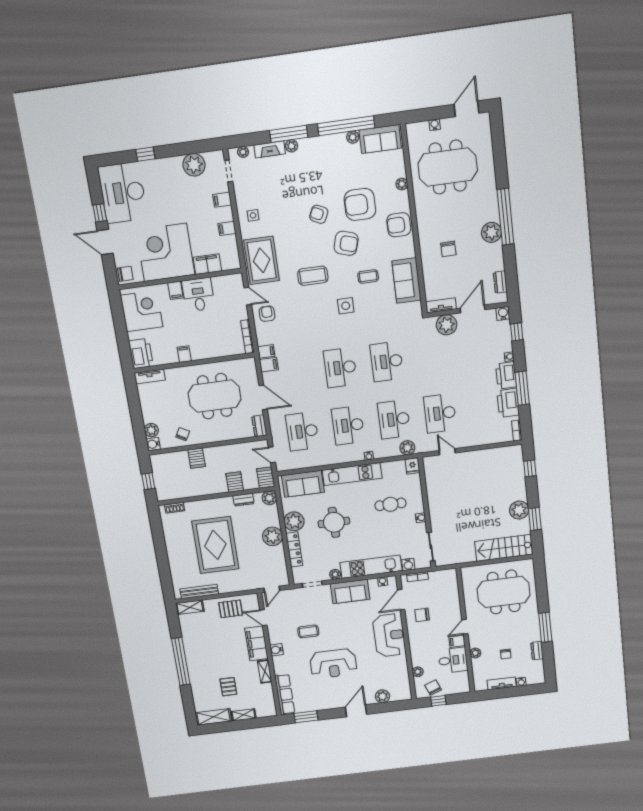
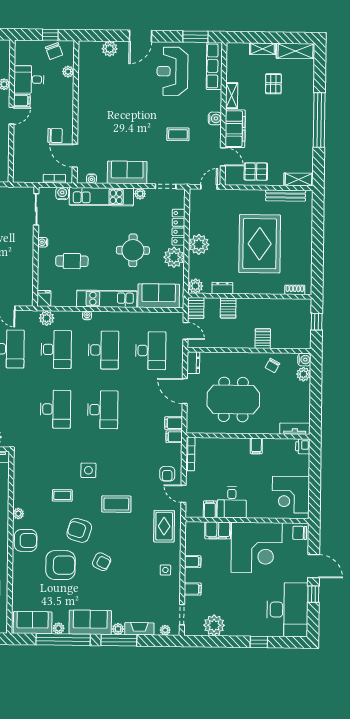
plant: (402, 184) -> (18, 514), moved
rug: (262, 260) -> (164, 526), width x0.73, depth x0.70
sofa: (407, 281) -> (90, 622), moved, turned -90
filing cabinet: (175, 290) -> (210, 509), moved
printer: (141, 353) -> (303, 446), width x0.53, depth x0.68
door: (401, 600) -> (75, 156), swing flipped
reception desk: (389, 635) -> (93, 118), removed
reception desk: (333, 664) -> (172, 71), moved, turned -90

